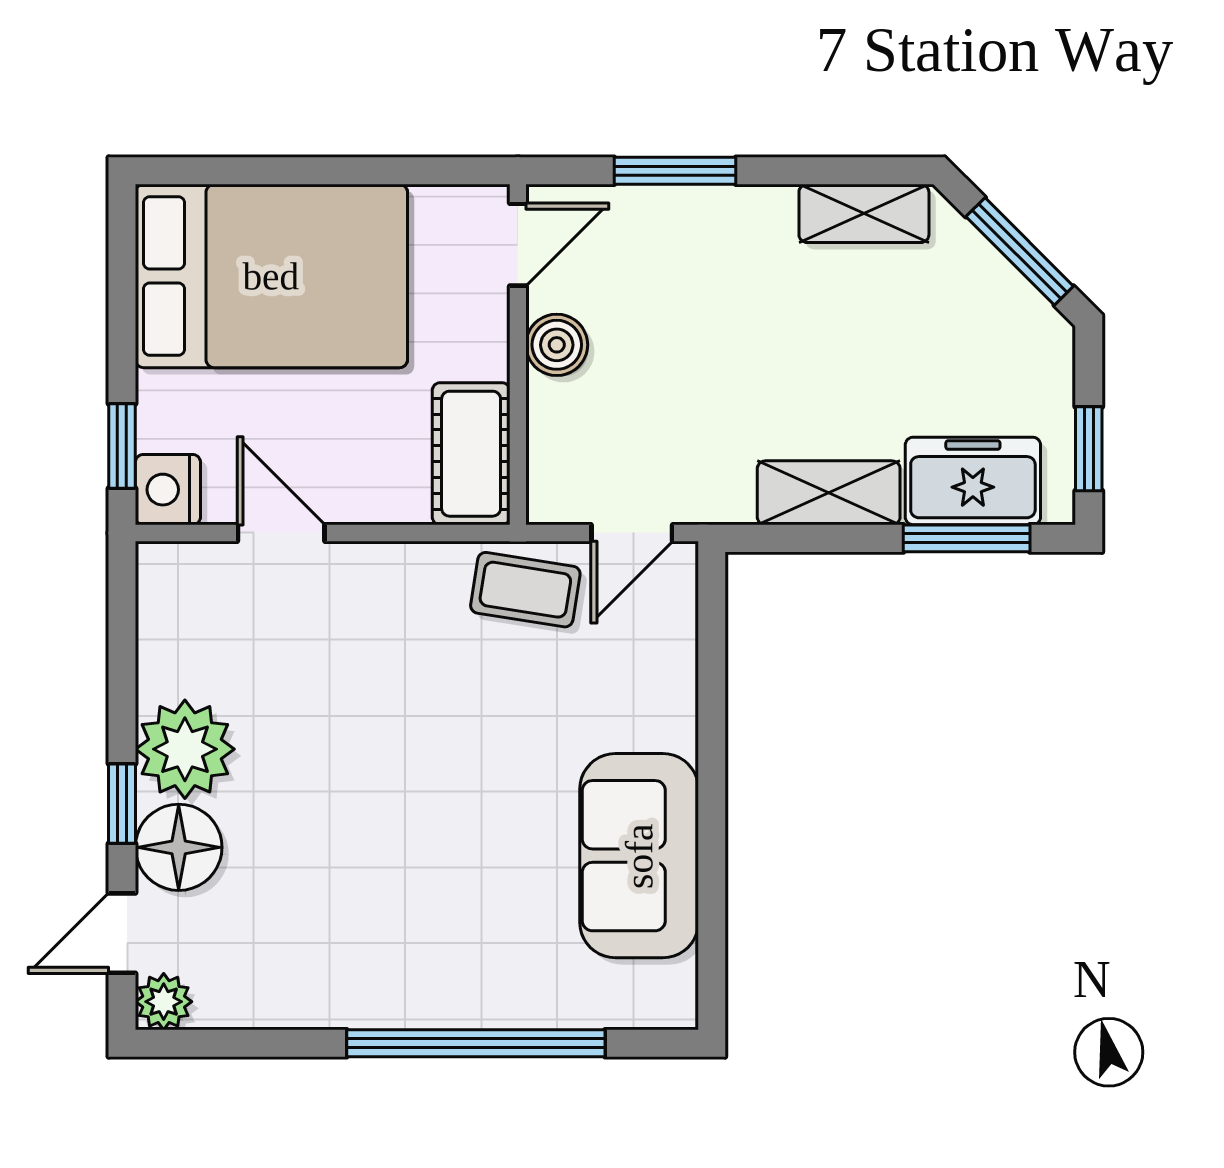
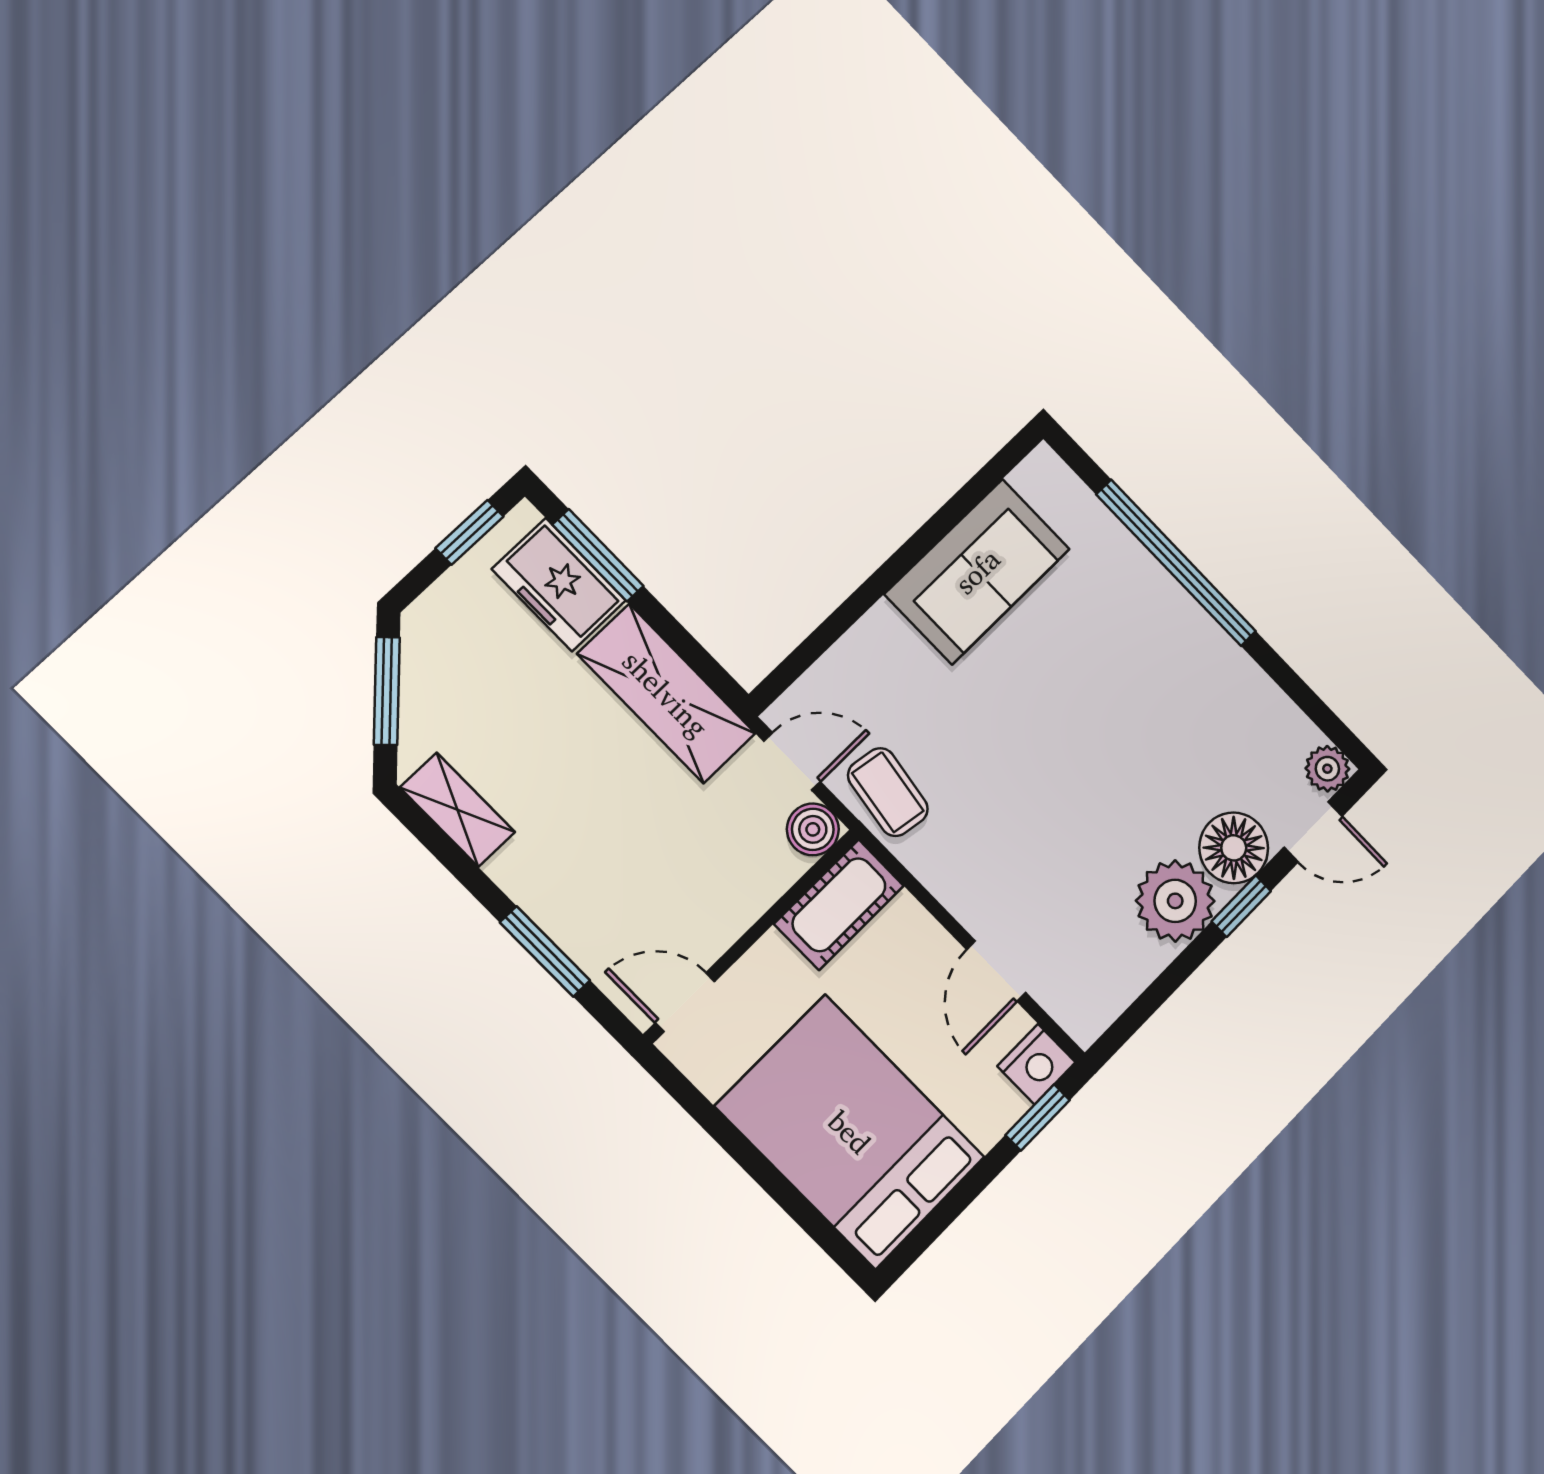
boiler: (557, 345) -> (813, 829), moved
shelving: (829, 493) -> (666, 694), width x1.50, depth x1.33

